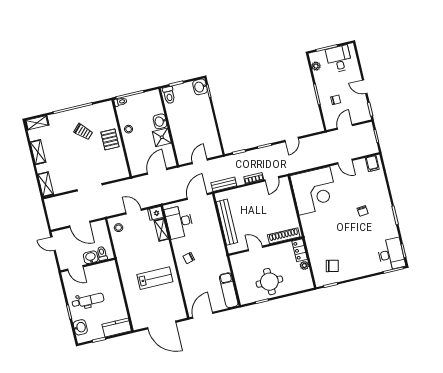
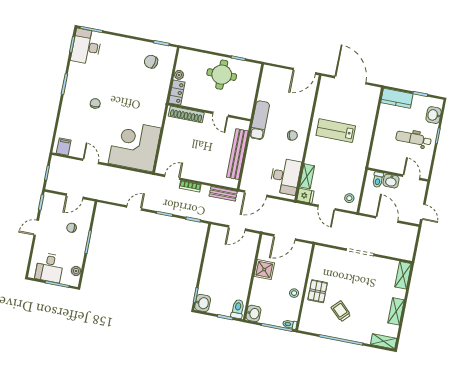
door: (365, 87) -> (36, 228), swing flipped
washbasin: (160, 121) -> (253, 313), moved
exam couch: (229, 290) -> (260, 120), moved

